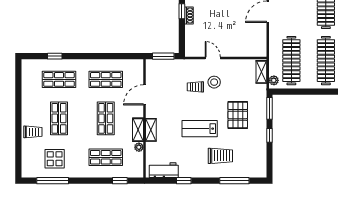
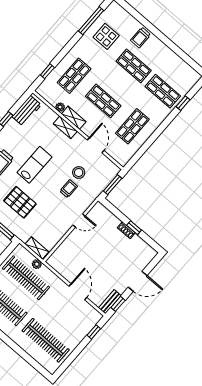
shop shelf: (59, 79) -> (163, 91), turned 90
plant: (274, 80) -> (37, 264), moved
stool: (214, 82) -> (79, 172), moved

